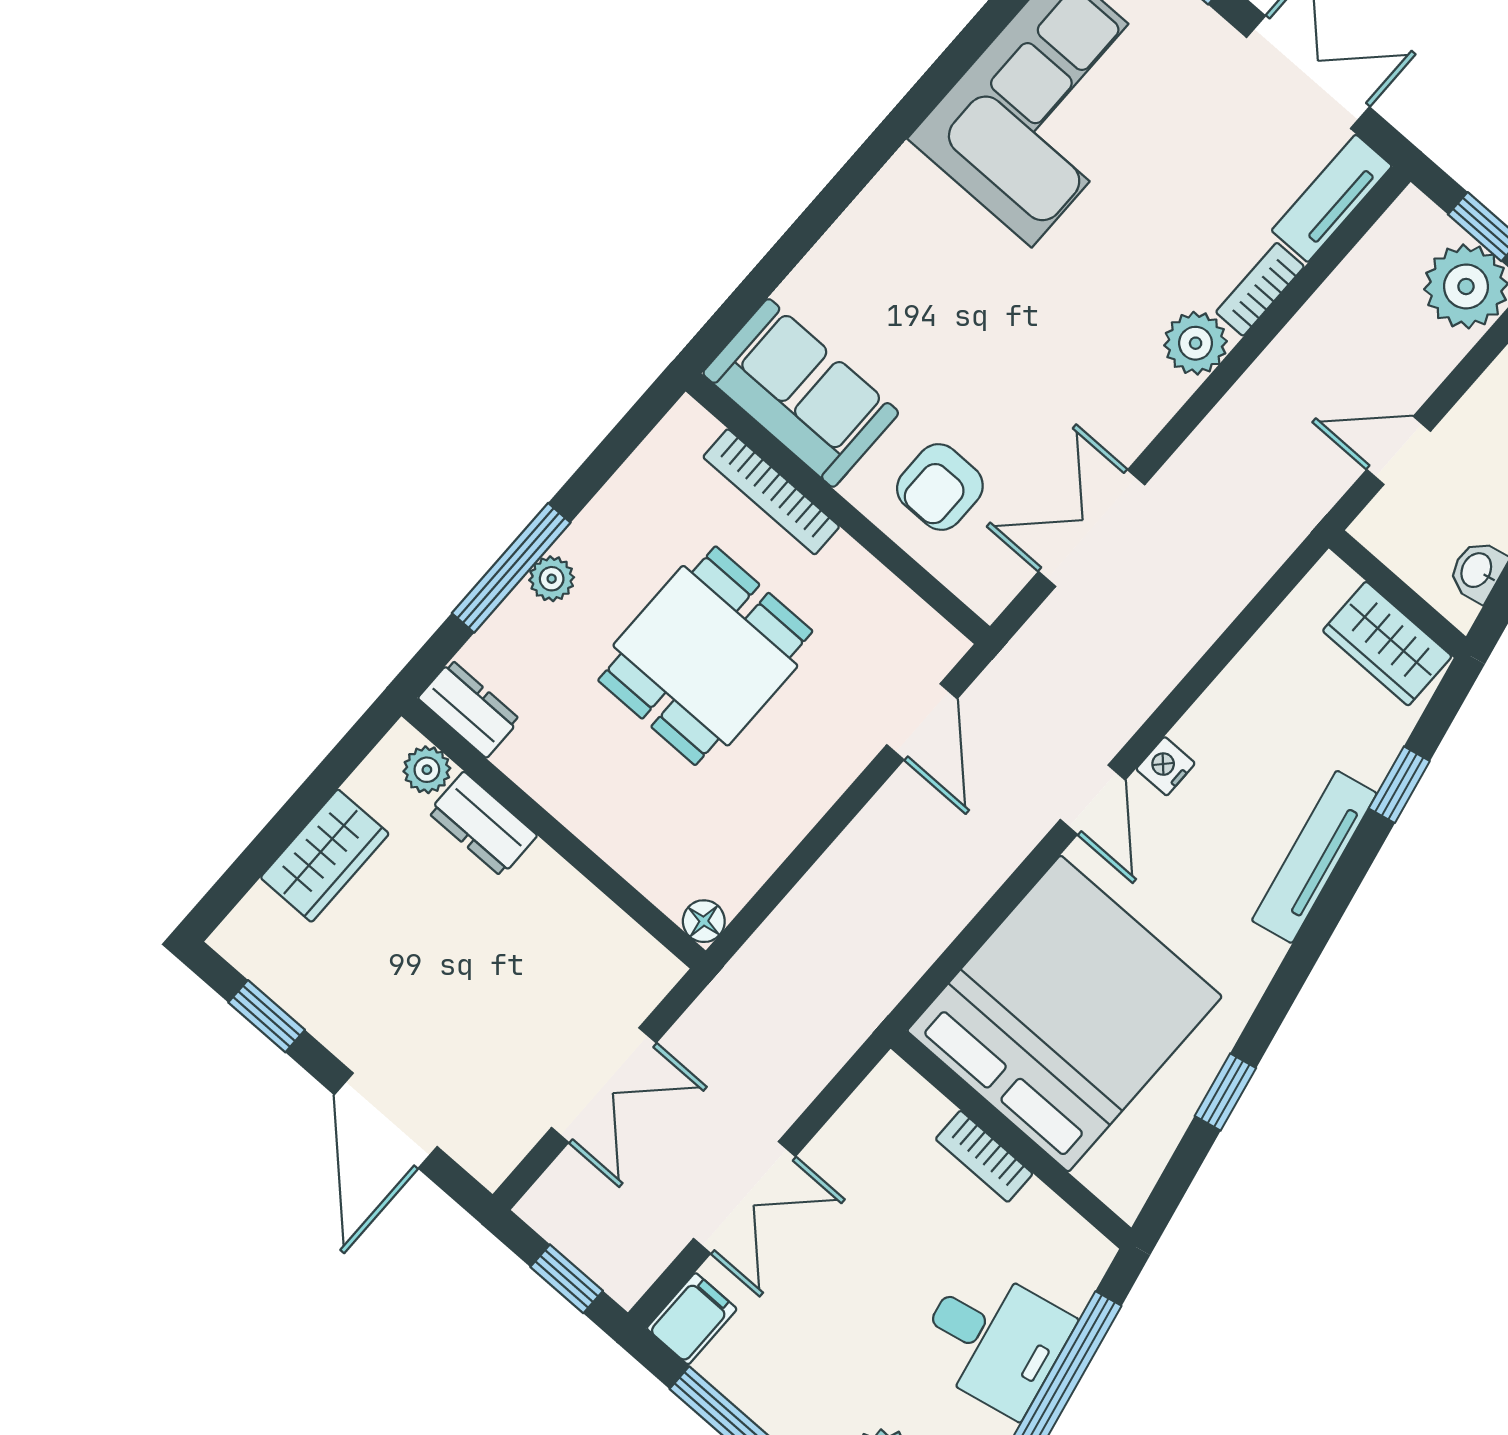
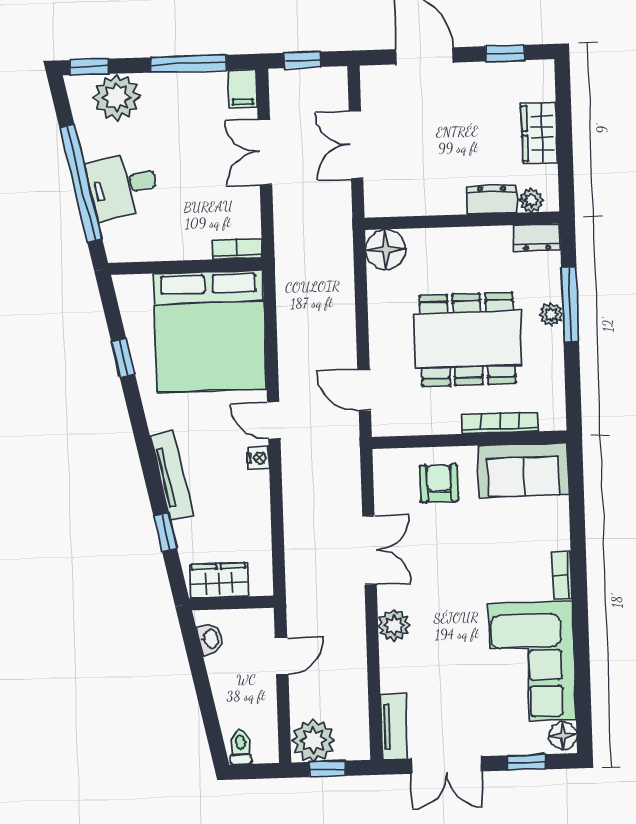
bookcase: (1260, 289) -> (562, 575), moved, turned 180
double door: (1092, 528) -> (369, 550), moved
dining table: (705, 656) -> (467, 339), width x1.38
floor lamp: (704, 921) -> (386, 249), width x1.89, depth x1.89
bookcase: (984, 1156) -> (237, 249), moved

